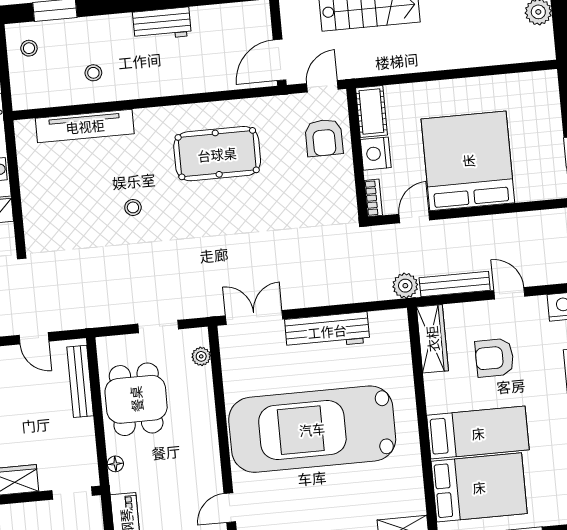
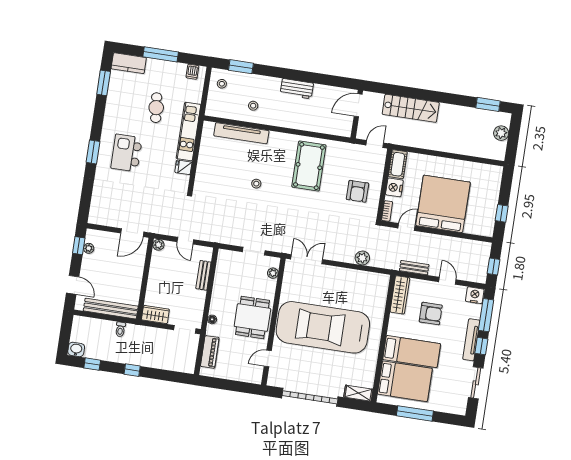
door: (280, 60) -> (358, 105), moved
armchair: (324, 138) -> (358, 191), moved
pool table: (217, 154) -> (309, 166), turned 90
bench: (455, 284) -> (414, 268), width x0.73
plant: (405, 286) -> (362, 258), moved
workbench: (327, 331) -> (344, 276), removed
armchair: (494, 358) -> (431, 314), turned 180
bench: (80, 381) -> (203, 275), width x0.73
dining table: (136, 399) -> (252, 317), moved

